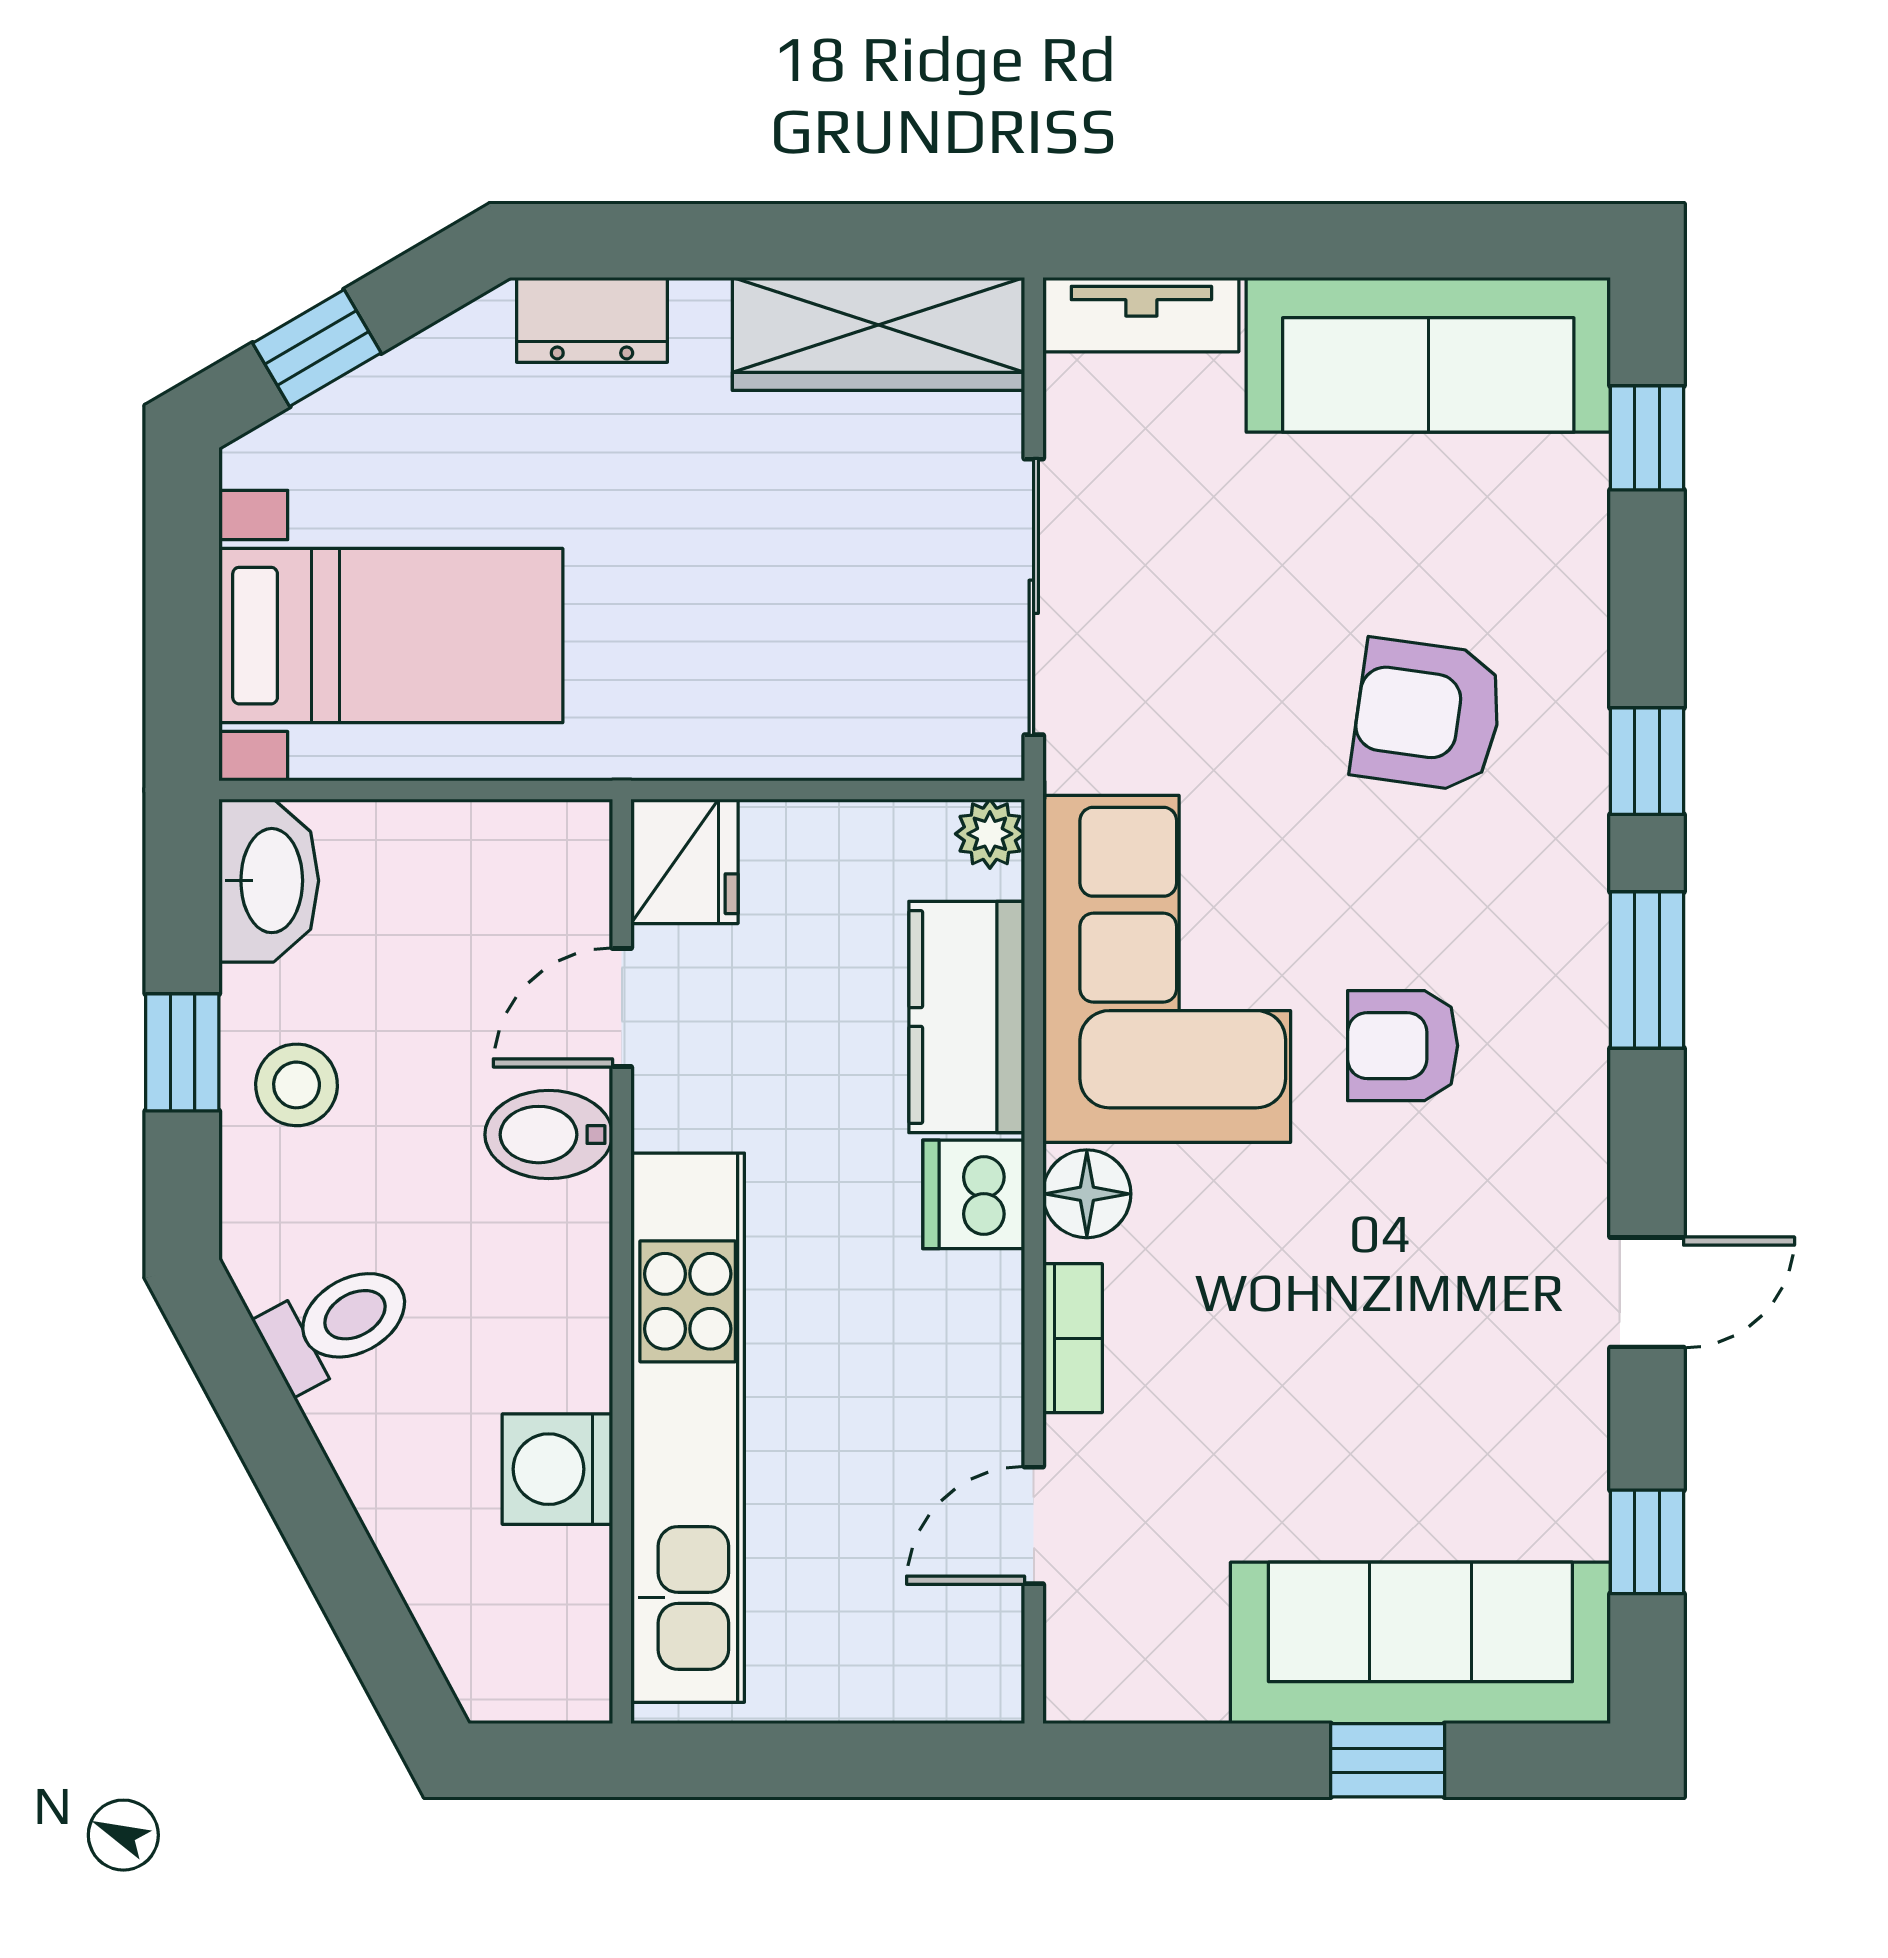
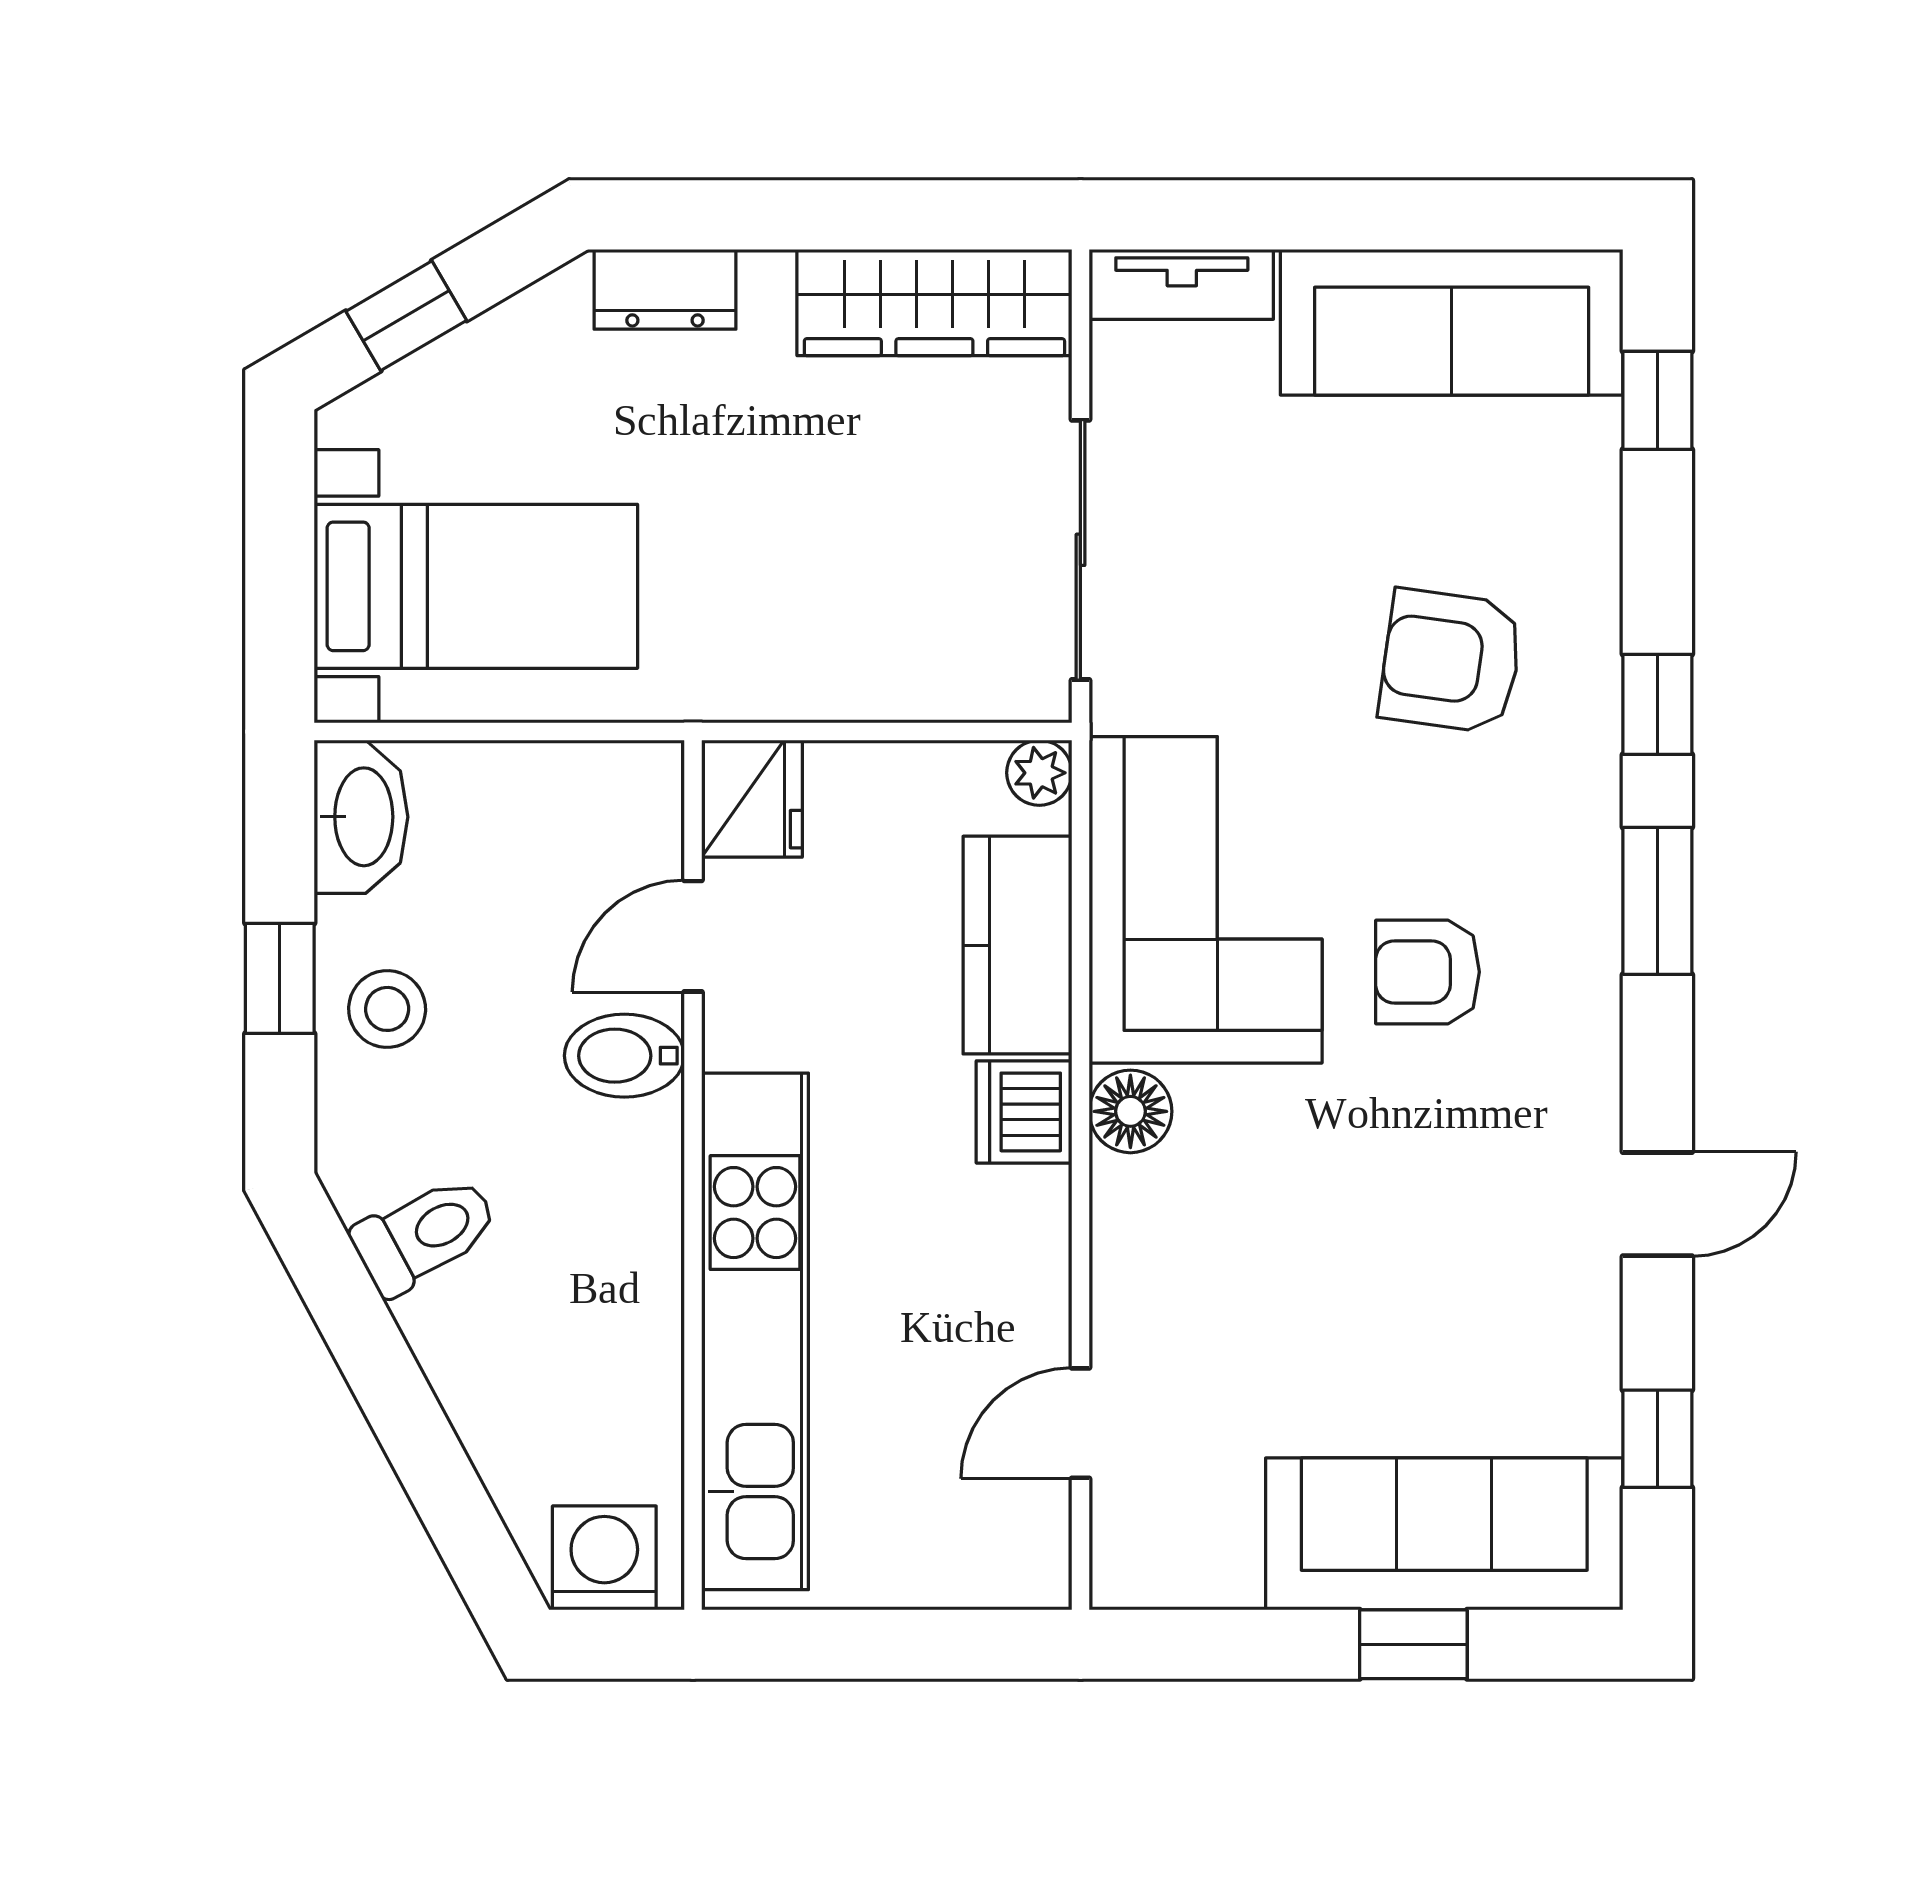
bookcase: (1073, 1338) -> (1117, 1247), removed
washing machine: (557, 1469) -> (604, 1558), moved, turned 90

